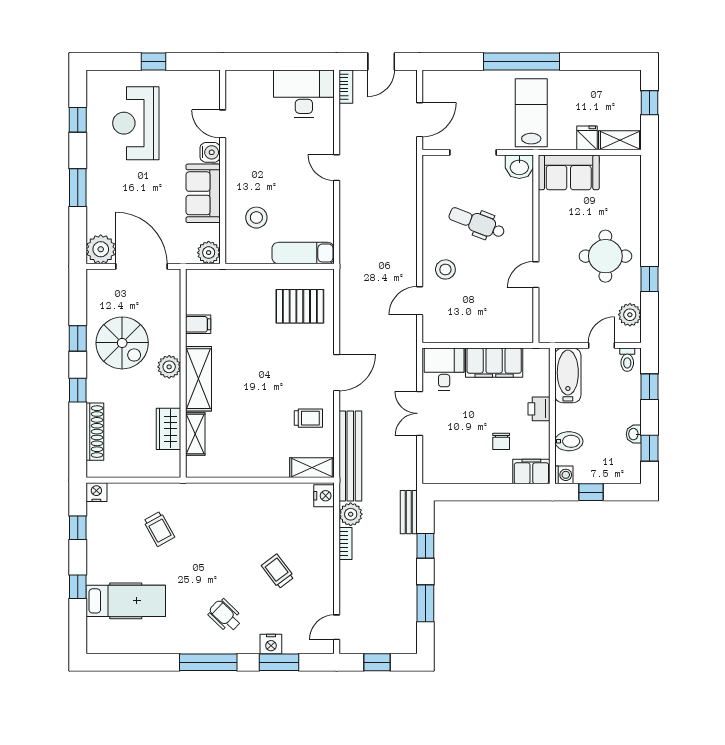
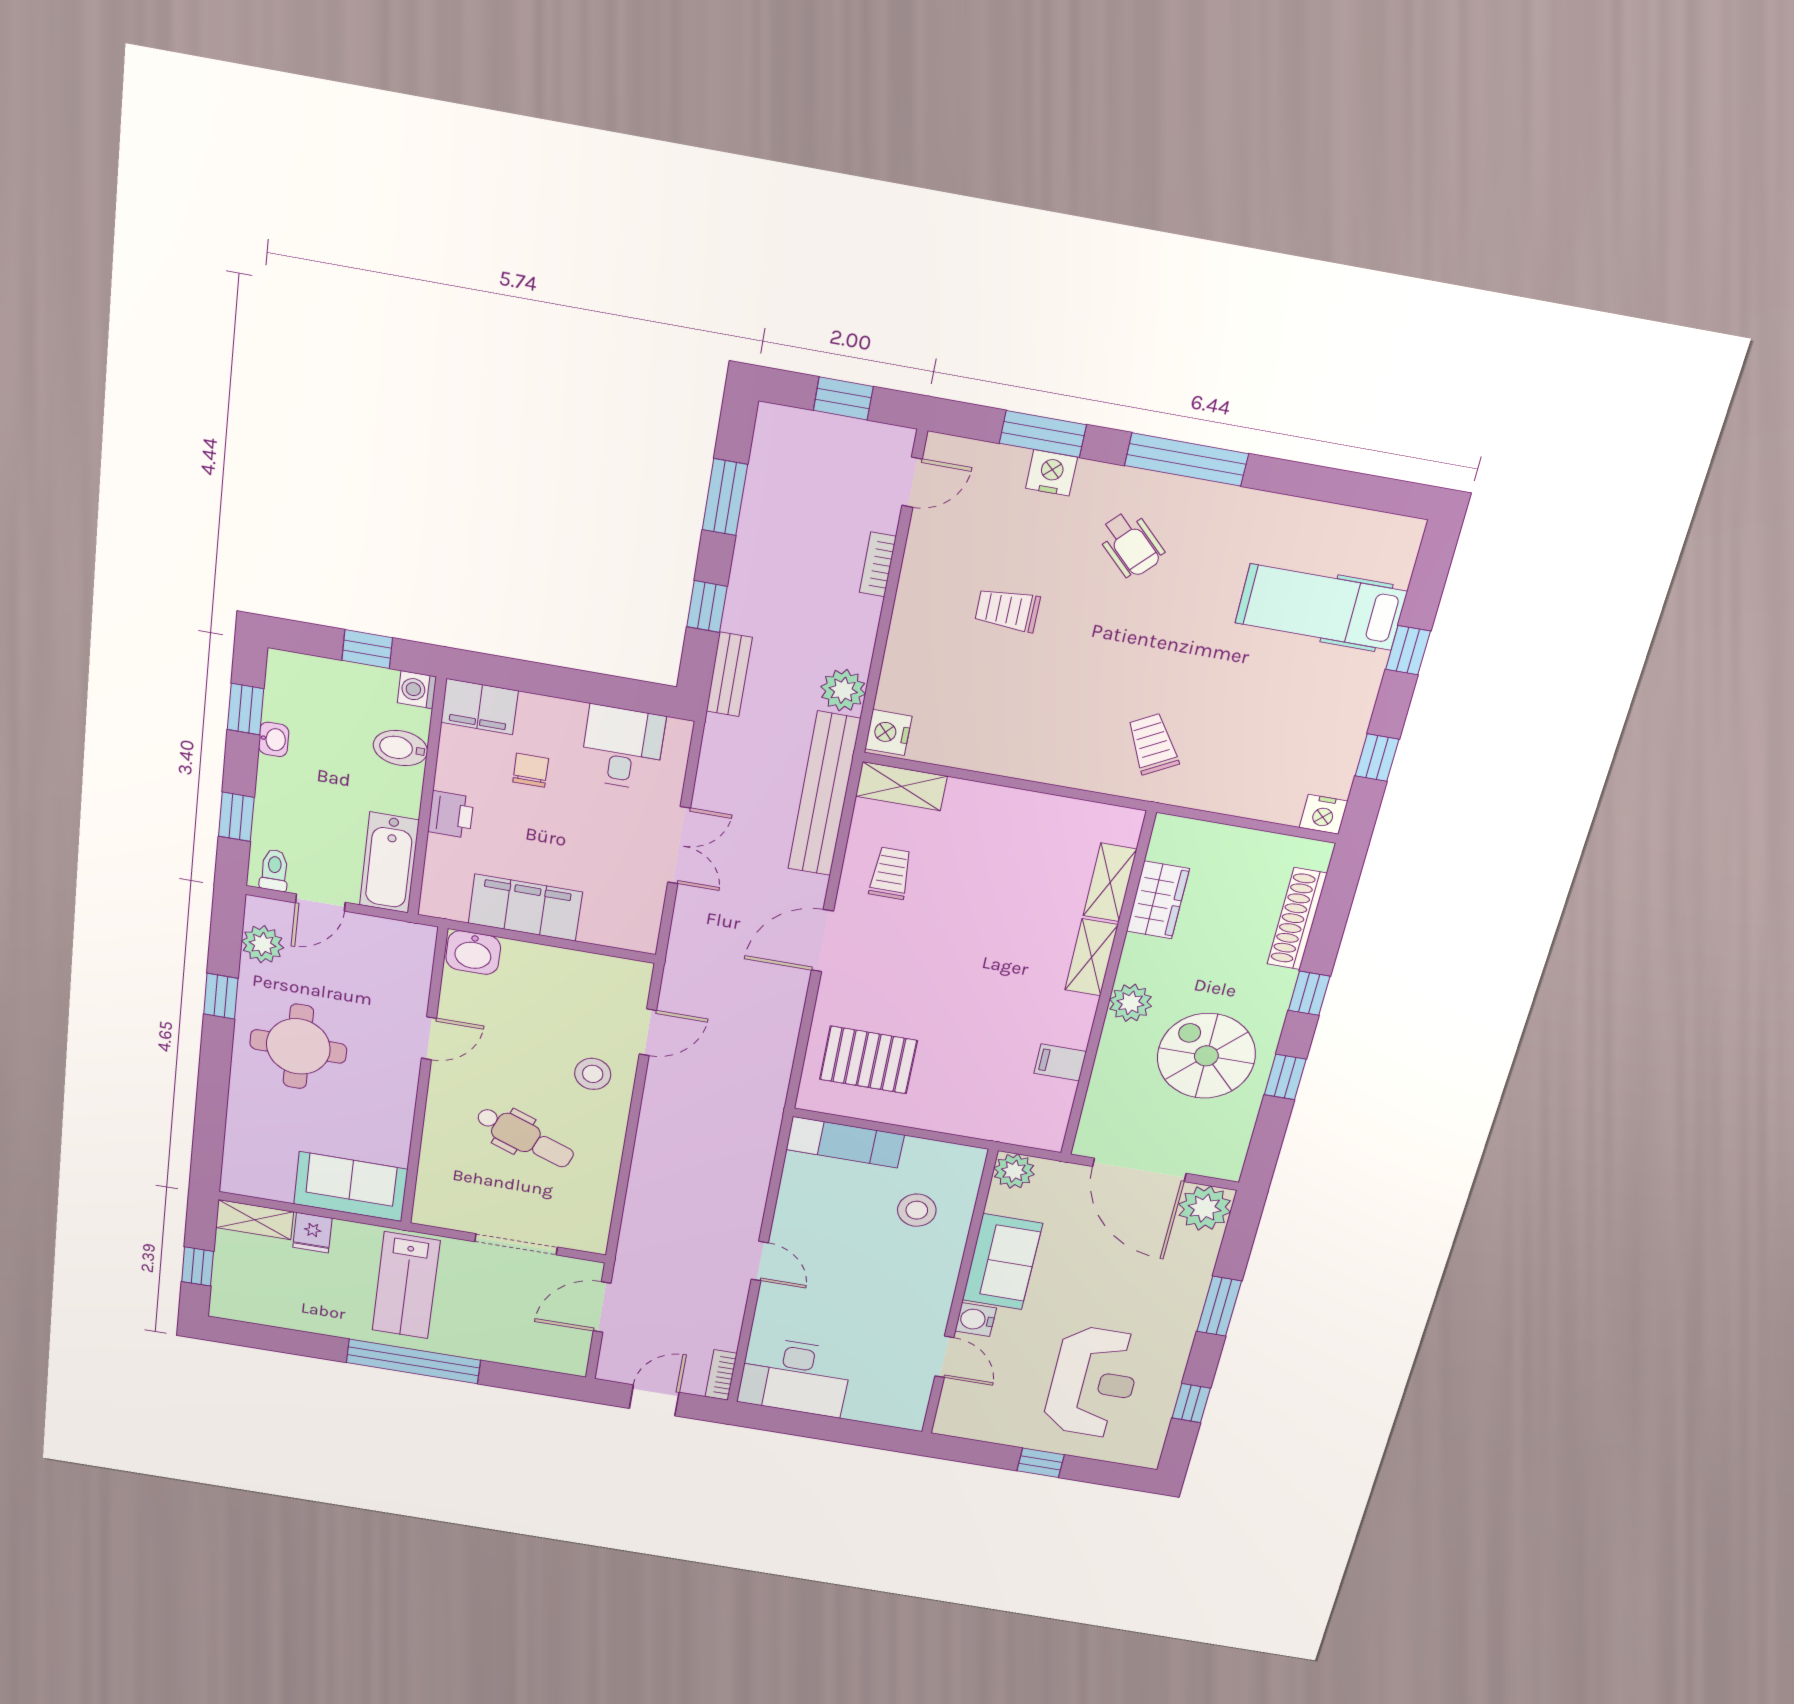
washbasin: (519, 167) -> (473, 953), moved, turned 180
desk: (444, 369) -> (623, 748), moved, turned 180
shelving: (199, 379) -> (1091, 957), width x0.67, depth x0.75
trolley: (308, 418) -> (891, 873), turned 90
trolley: (159, 529) -> (1153, 744), moved
bookcase: (346, 543) -> (878, 564), moved
trolley: (278, 571) -> (1007, 610), turned 127

